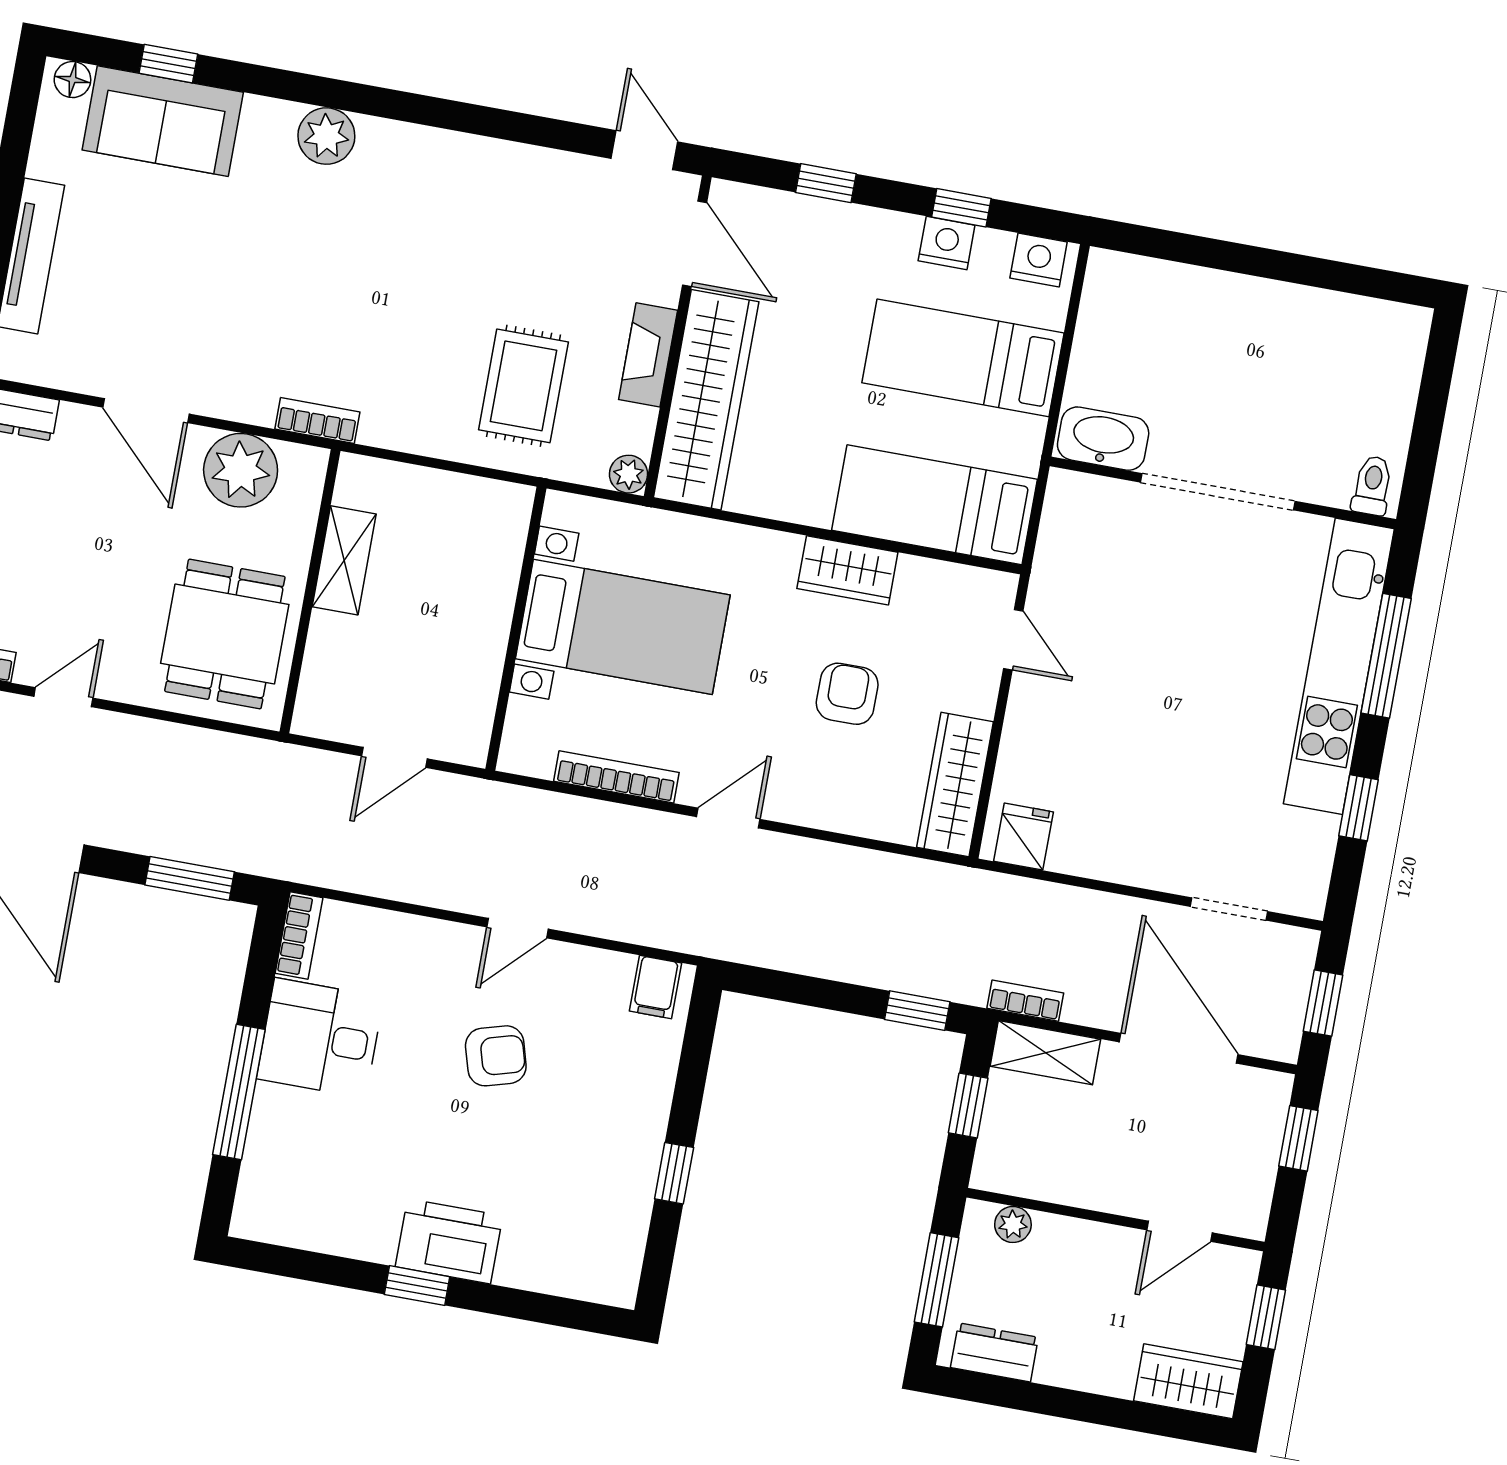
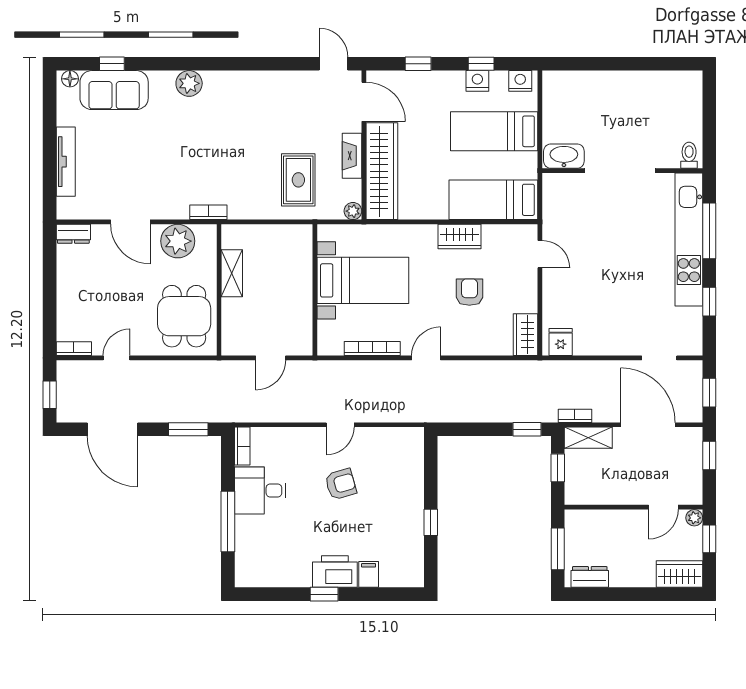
wardrobe: (955, 784) -> (526, 335), width x0.67
filing cabinet: (655, 987) -> (369, 574), moved, turned 180
plant: (1013, 1224) -> (694, 518), moved

